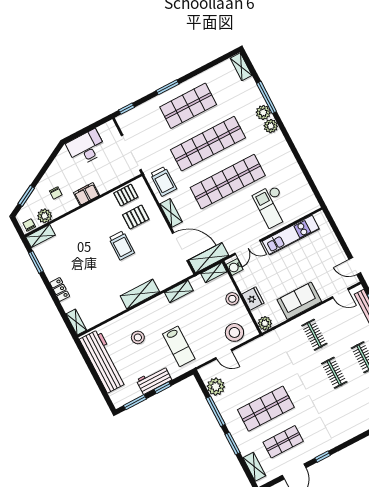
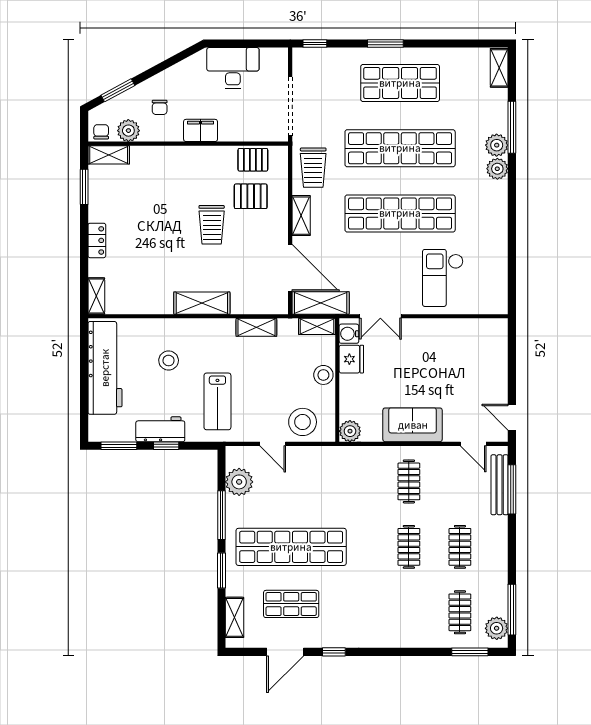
kitchen unit: (291, 235) -> (447, 330), removed
fridge: (253, 299) -> (351, 359), moved
shop shelf: (266, 409) -> (291, 547), width x1.40

